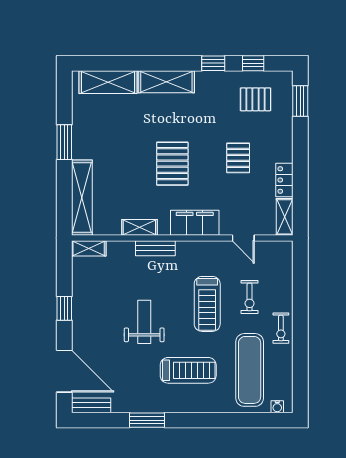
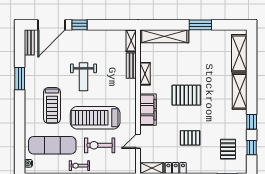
bench: (155, 248) -> (131, 66), moved
exercise bike: (250, 297) -> (100, 145), width x1.38, depth x1.39
treadmill: (207, 304) -> (95, 118), width x1.37, depth x1.38
window: (64, 308) -> (80, 25), moved
weight bench: (144, 322) -> (84, 77), turned 90

